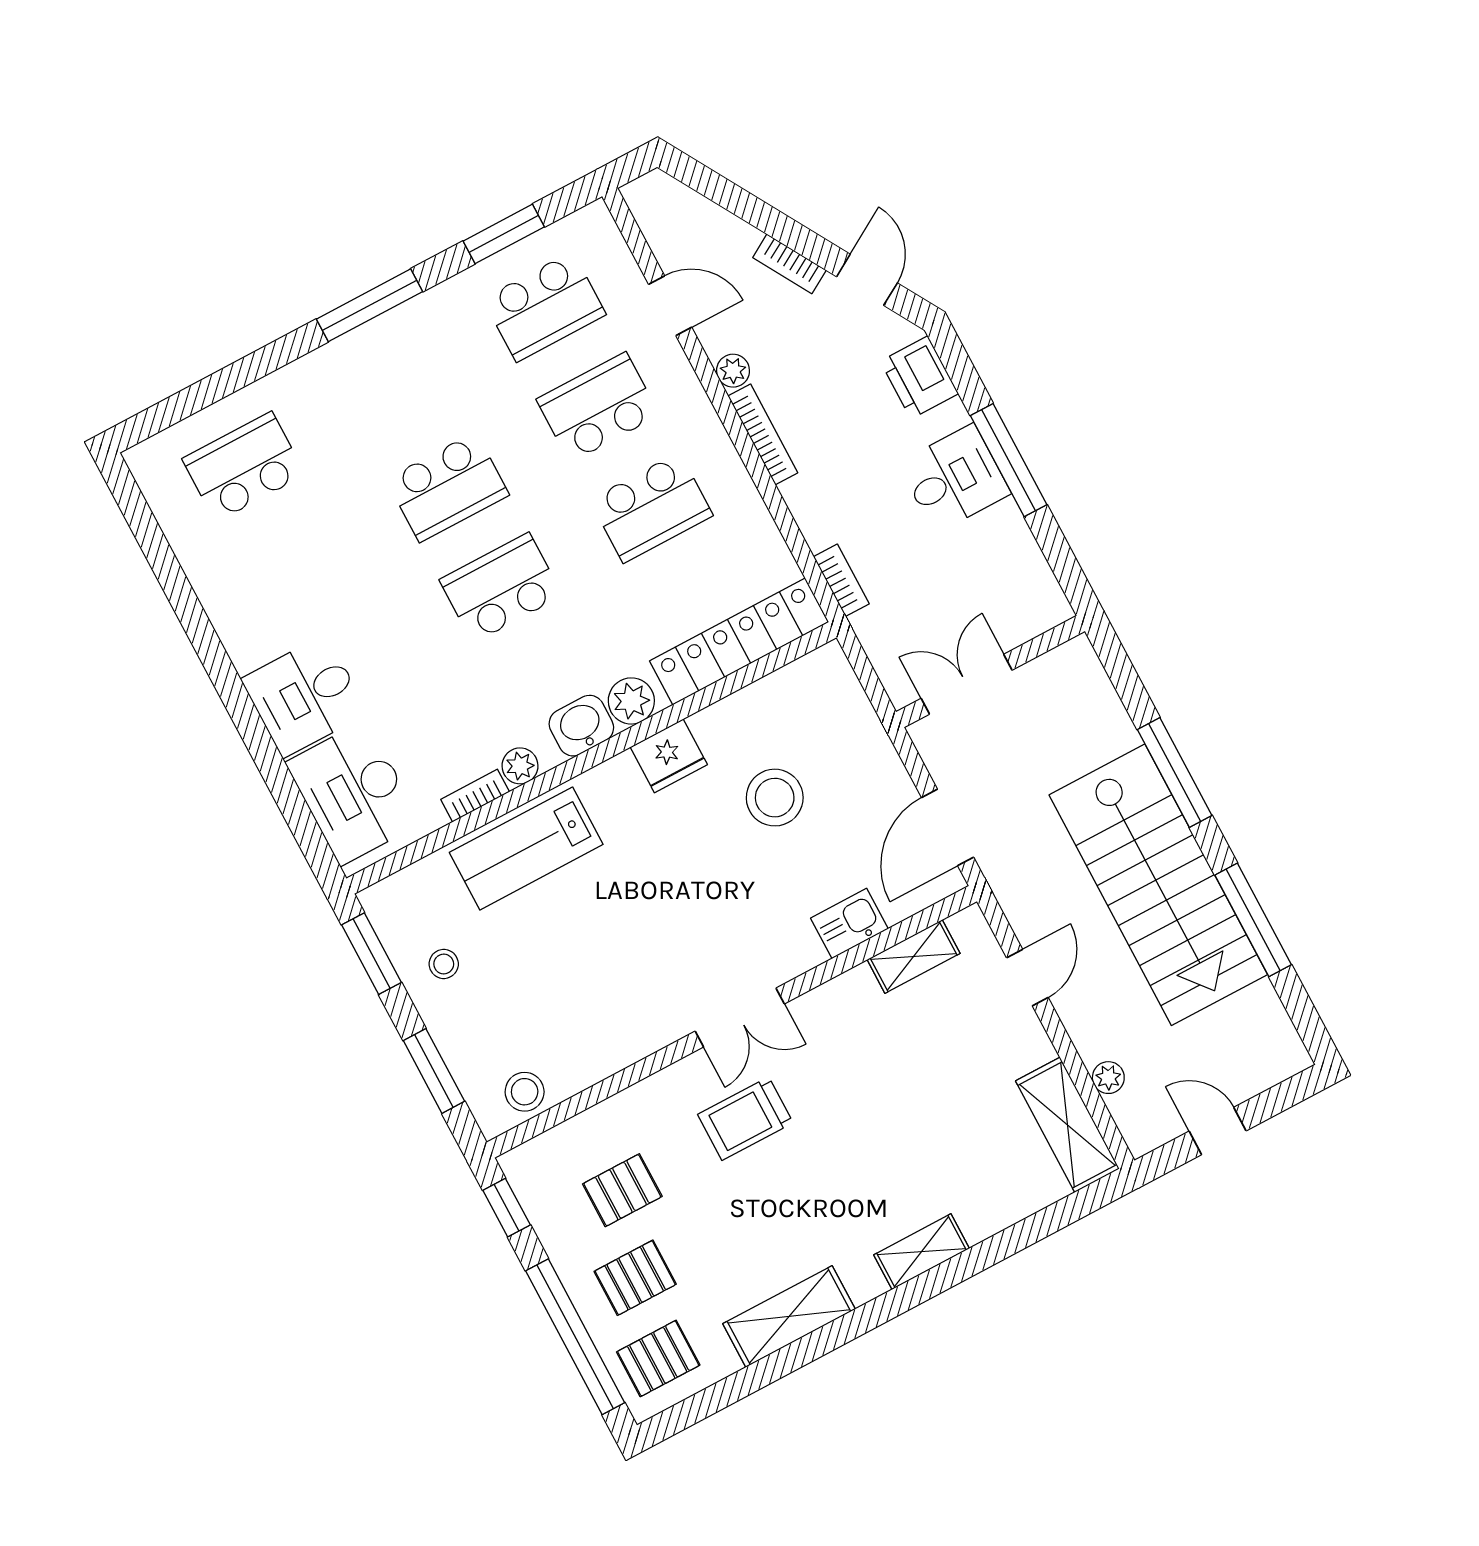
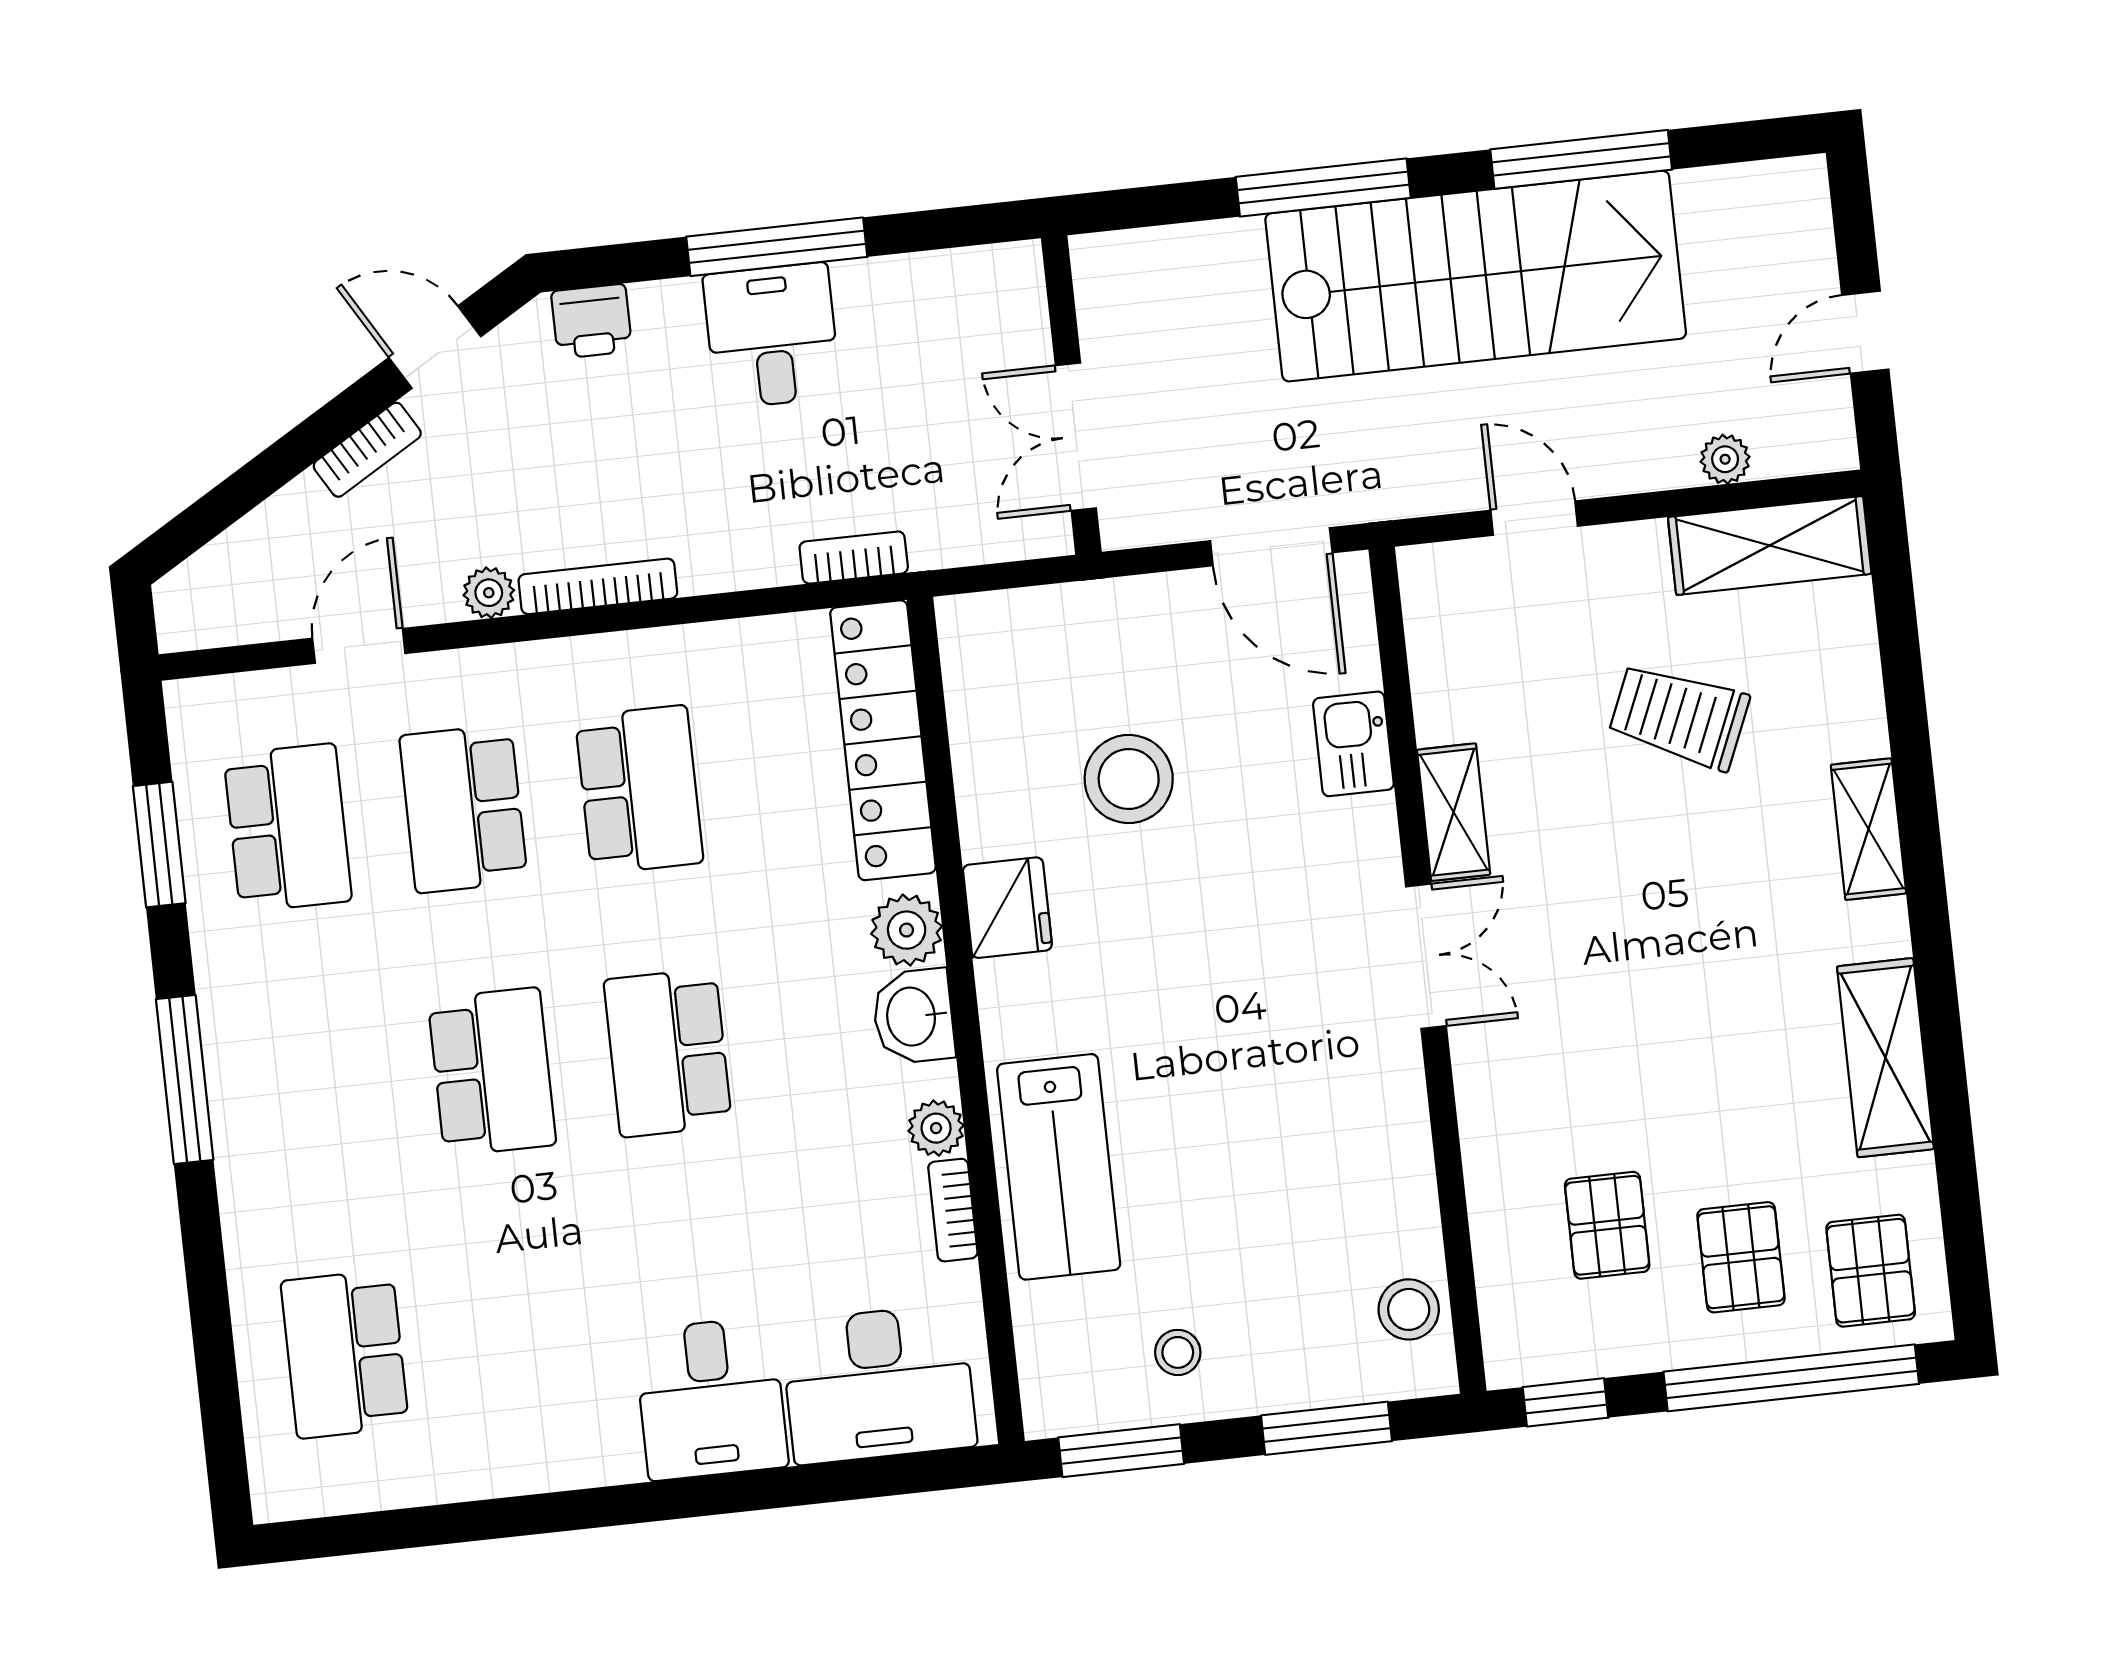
printer: (919, 377) -> (592, 321), width x0.73, depth x0.81
shelving: (914, 957) -> (1454, 812), moved
trolley: (745, 1119) -> (1679, 716), moved, turned 113

